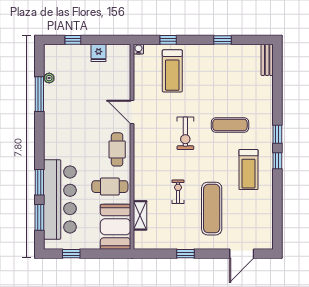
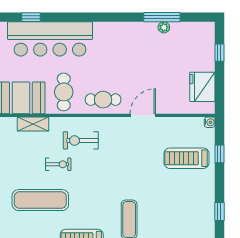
fridge: (99, 53) -> (202, 87), width x1.88, depth x1.34
plant: (49, 78) -> (164, 27), moved
exercise bike: (185, 133) -> (81, 140), moved
window: (39, 182) -> (68, 17), removed
window: (39, 217) -> (31, 17), width x0.67

